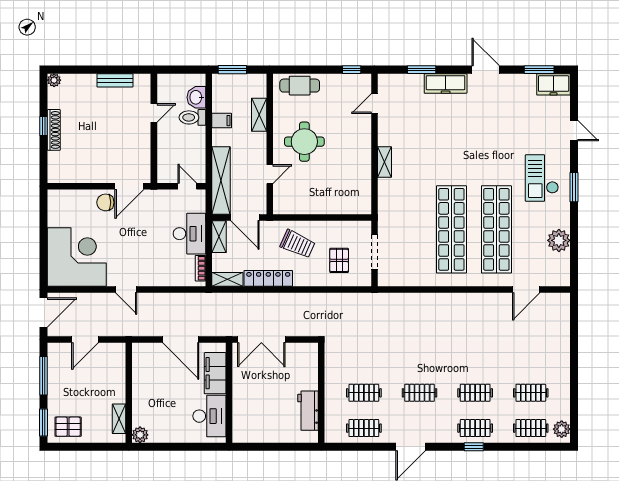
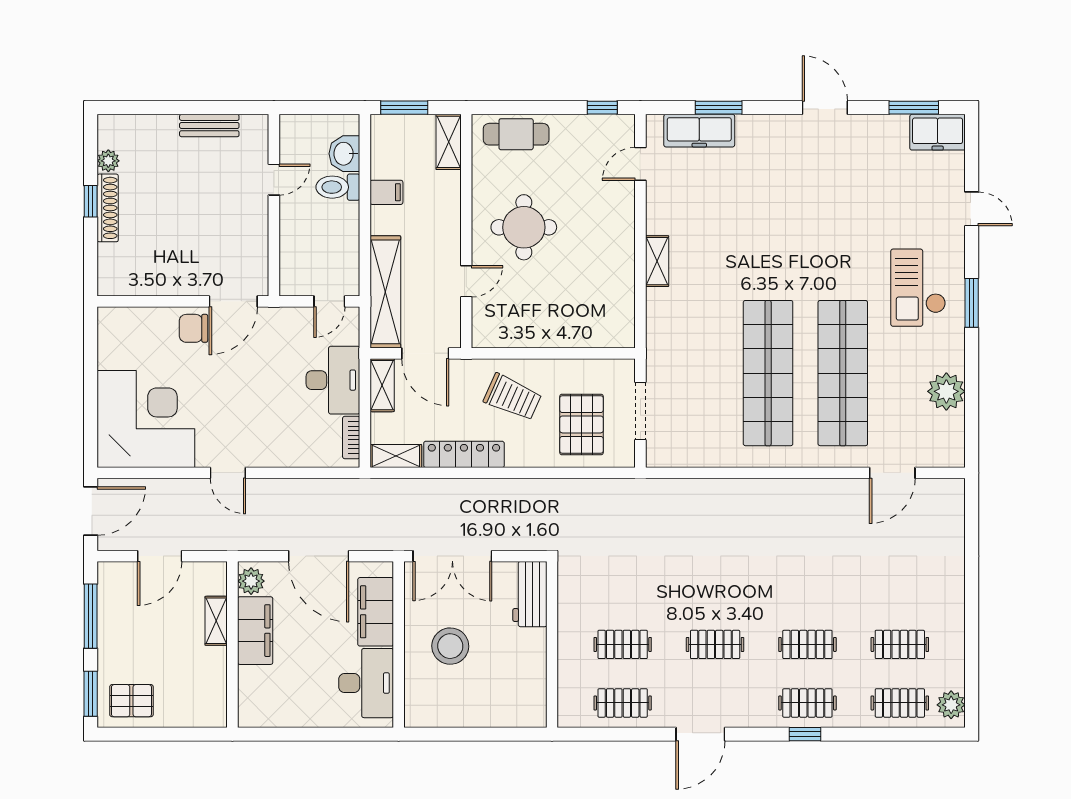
plant: (54, 80) -> (108, 161), moved
freezer: (446, 83) -> (699, 131), moved
shelving: (259, 115) -> (449, 142), moved
door: (187, 186) -> (329, 301), swing flipped
pallet: (339, 260) -> (581, 424), width x1.50, depth x1.42
filing cabinet: (143, 384) -> (255, 631), added
stool: (260, 394) -> (450, 646), added
workbench: (308, 411) -> (530, 594), moved
shelving: (119, 419) -> (216, 621), moved
plant: (140, 435) -> (251, 581), moved

